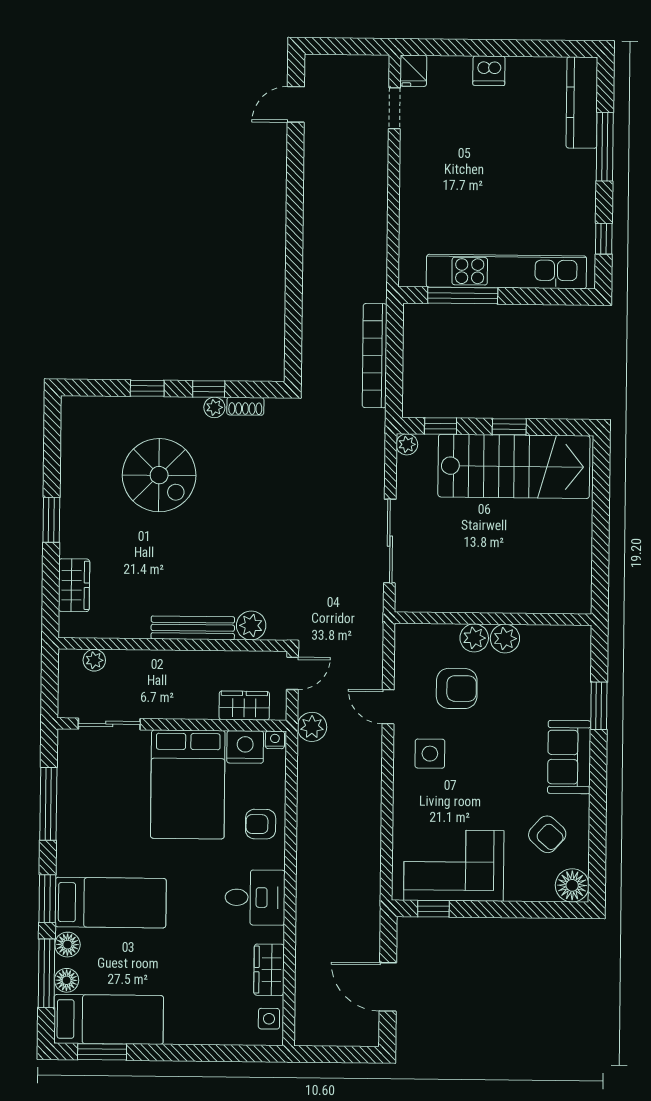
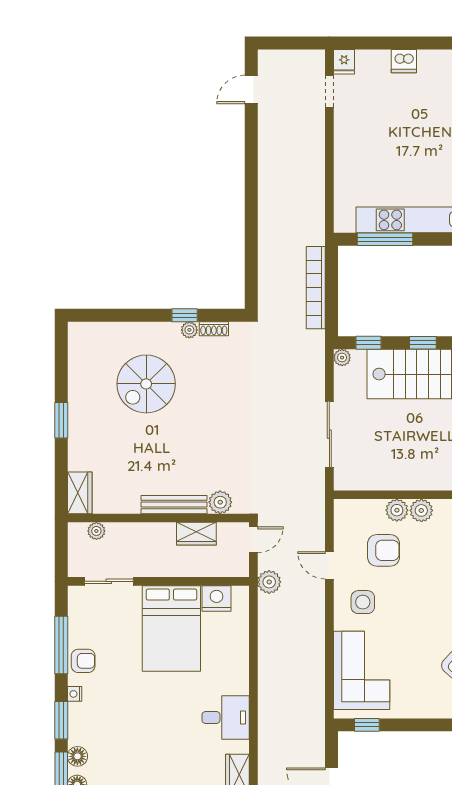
window: (147, 388) -> (136, 315), removed
spiral stairs: (159, 475) -> (146, 384), turned 90
wardrobe: (74, 585) -> (80, 493), moved
wardrobe: (244, 706) -> (196, 534), moved, turned 180
nightstand: (275, 740) -> (75, 694), moved, turned -90
armchair: (261, 824) -> (83, 661), moved, turned 180
corner sofa: (454, 865) -> (362, 670), moved, turned 90
bed: (111, 903) -> (111, 723), removed

